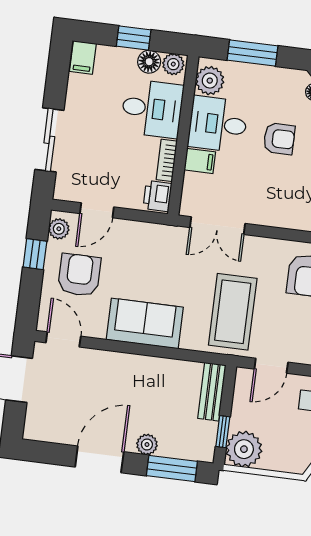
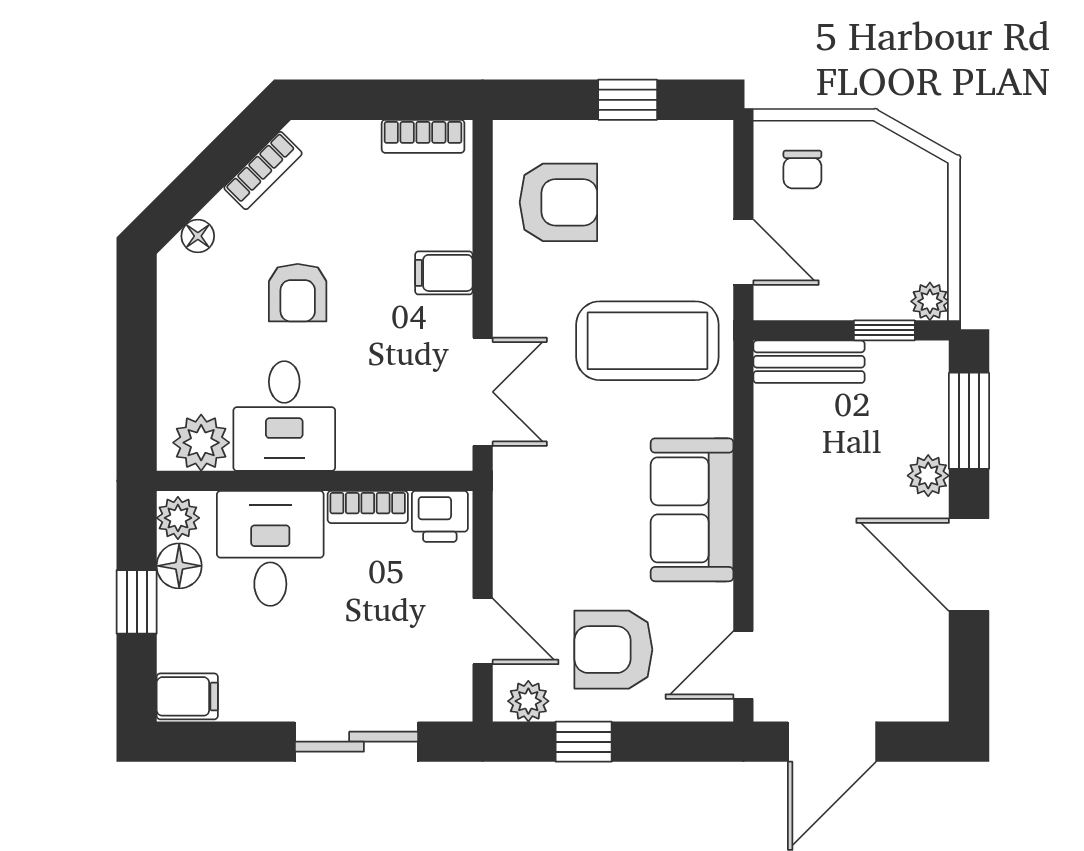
window: (252, 53) -> (137, 366), removed
armchair: (279, 139) -> (298, 293), turned 180
filing cabinet: (200, 161) -> (444, 273), moved, turned -90
plant: (244, 449) -> (930, 301), width x0.53, depth x0.53

